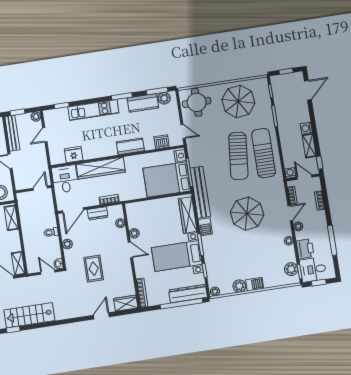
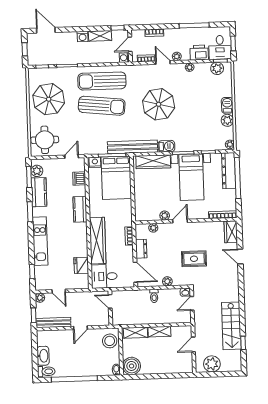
shelving: (18, 263) -> (159, 332), moved

